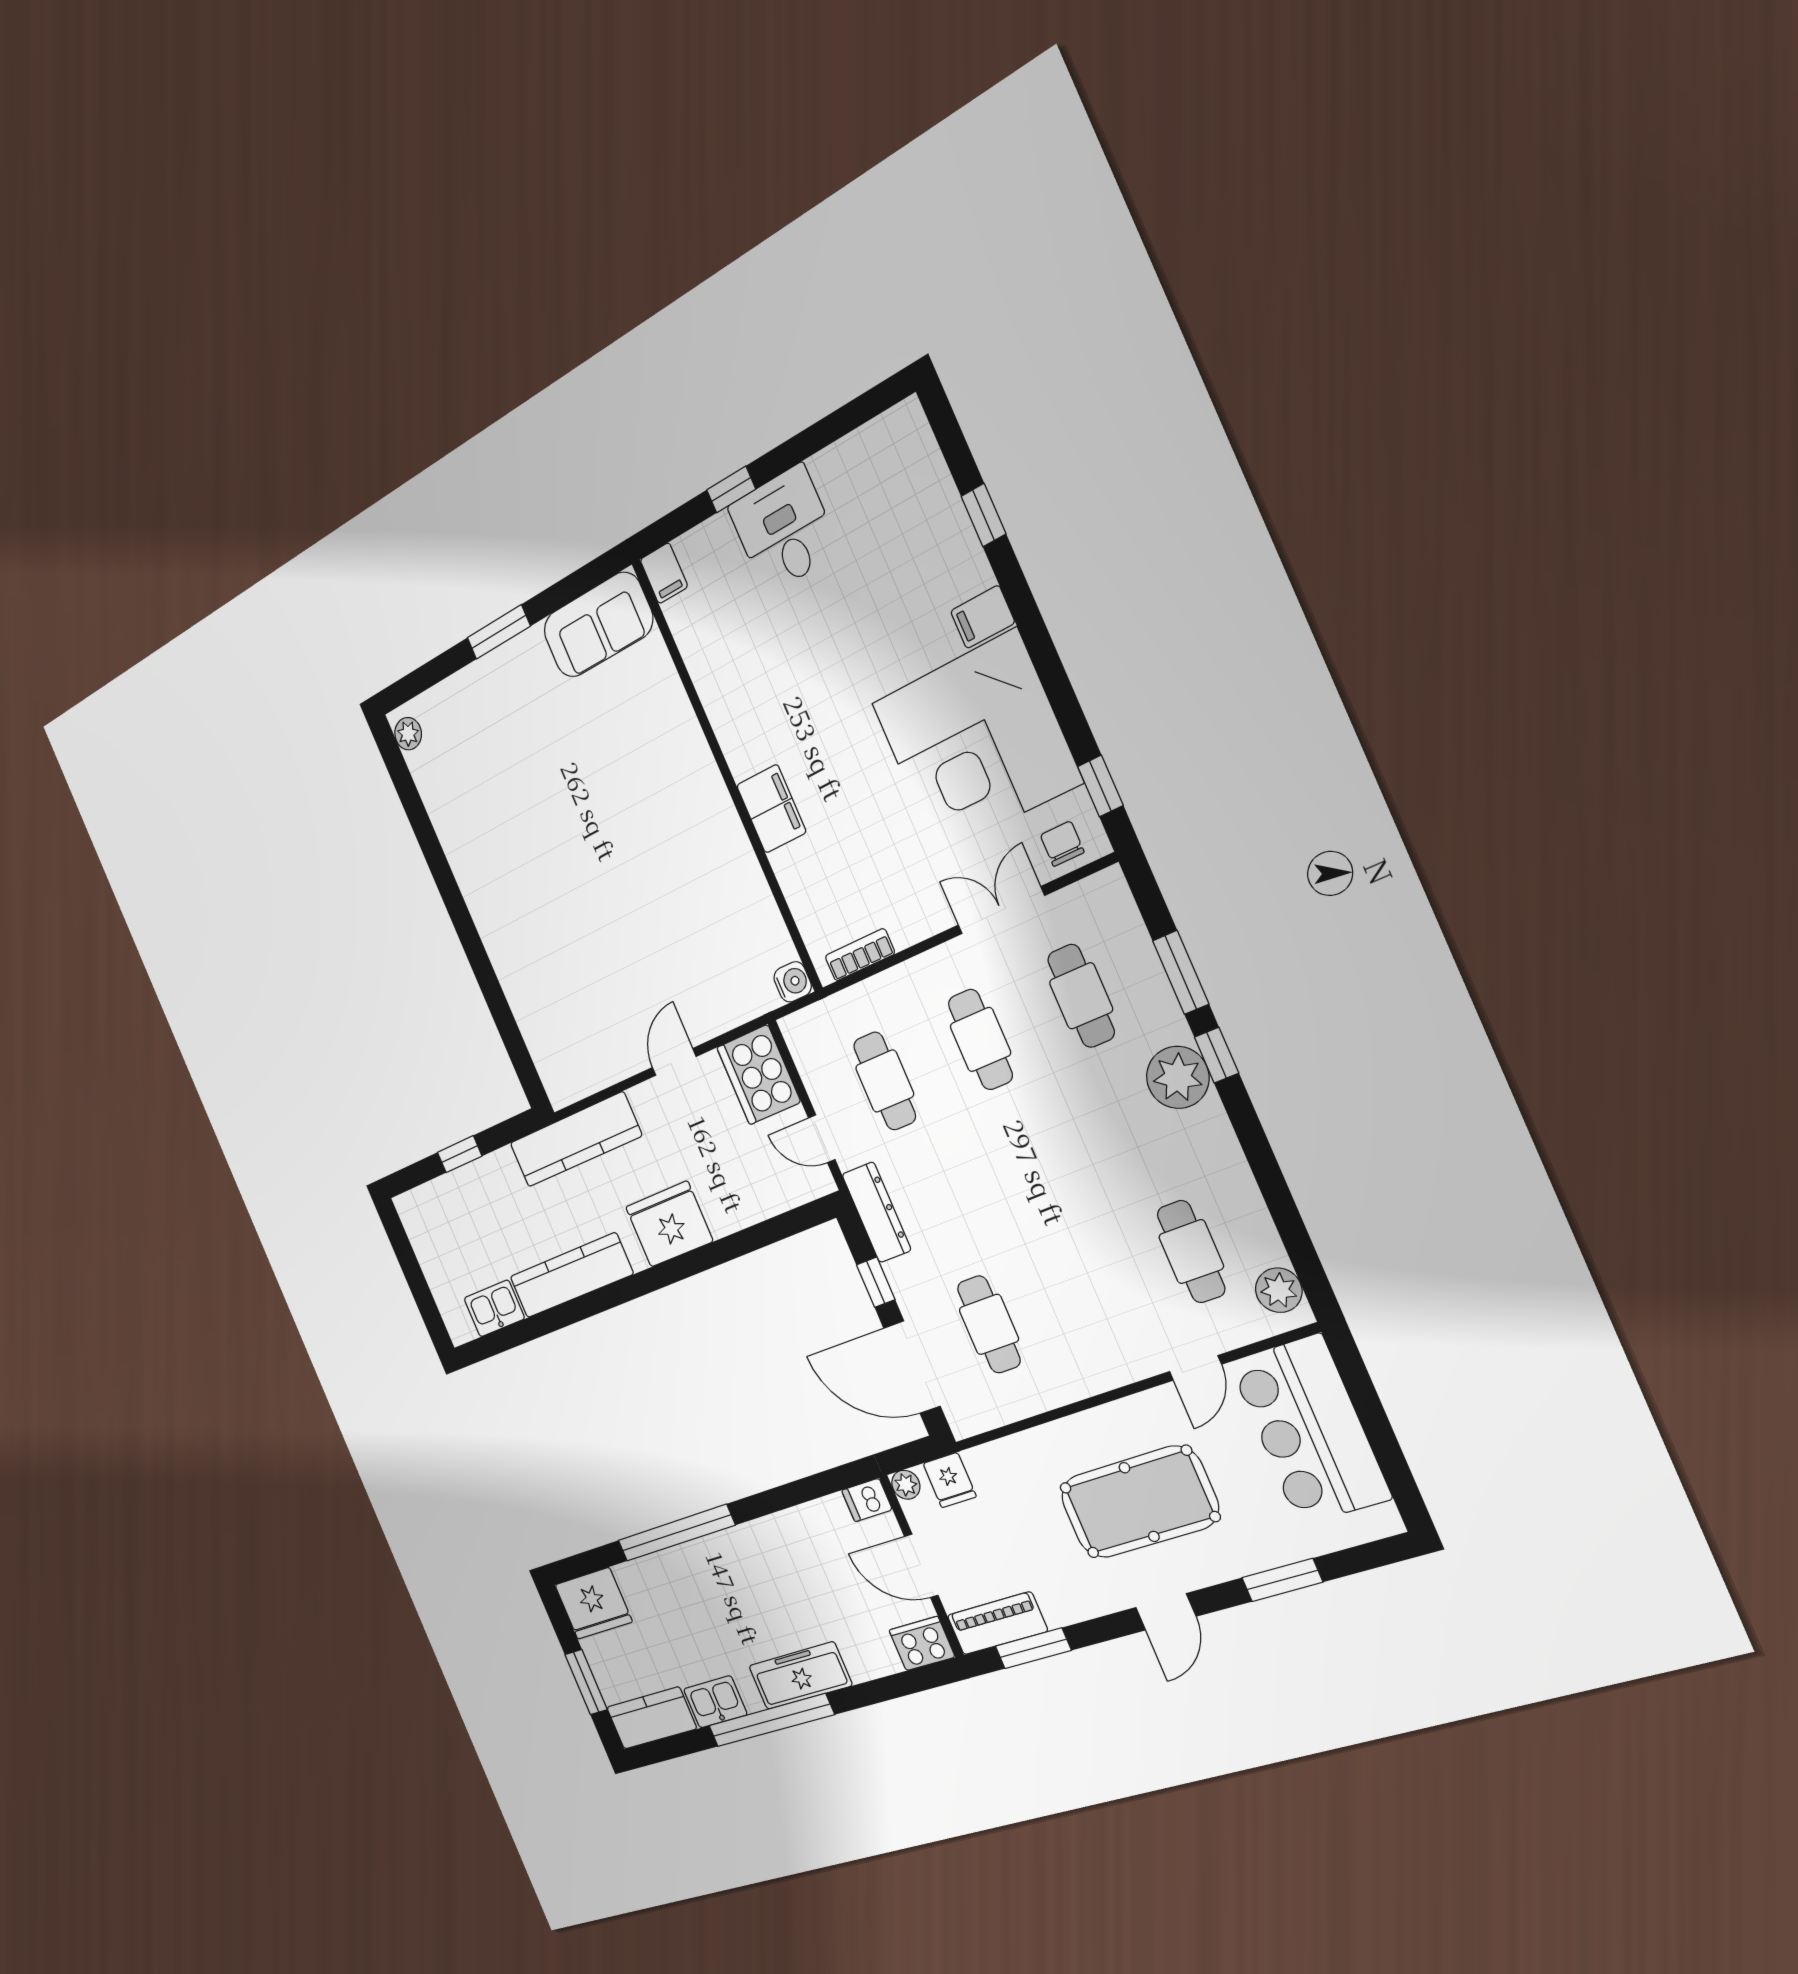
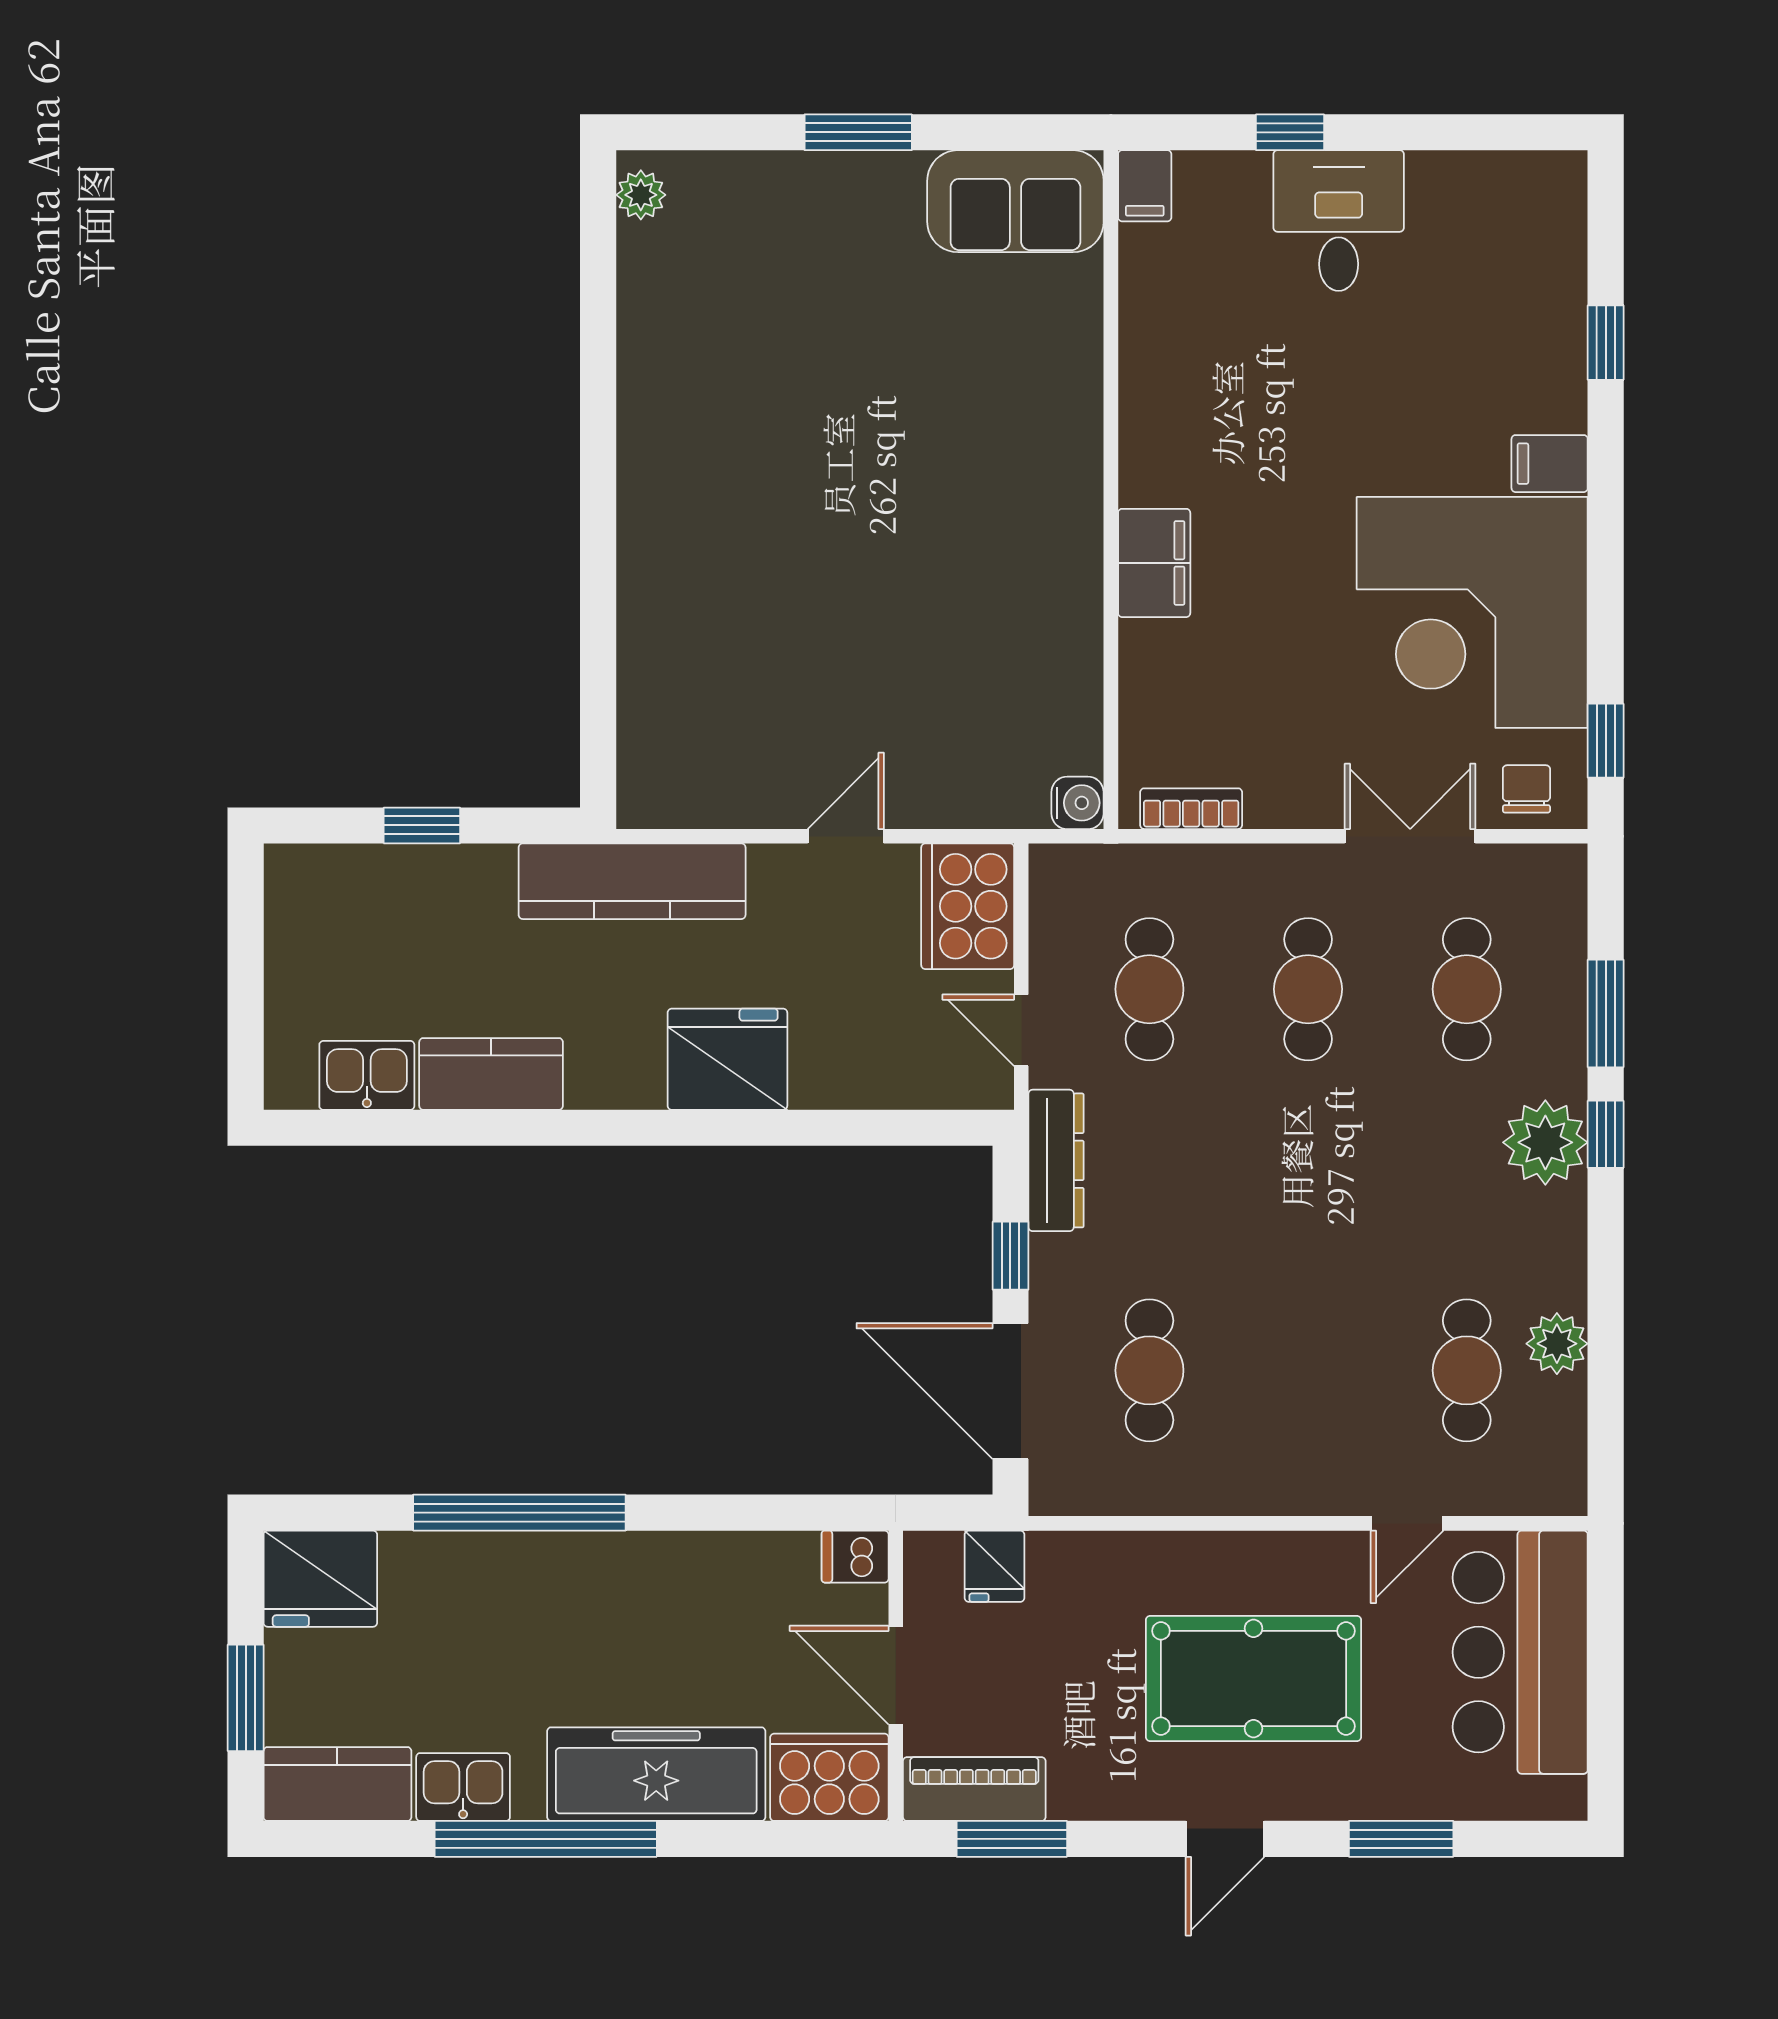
kitchen counter: (571, 1275) -> (491, 1074), width x0.67
plant: (1279, 1290) -> (1557, 1344), moved
plant: (906, 1485) -> (925, 1553), removed
cooker: (922, 1644) -> (829, 1777), width x1.37, depth x1.31
freezer: (800, 1676) -> (656, 1774), width x1.36, depth x1.26

